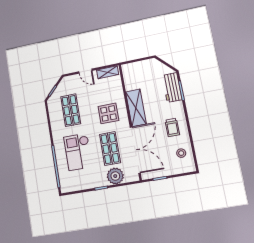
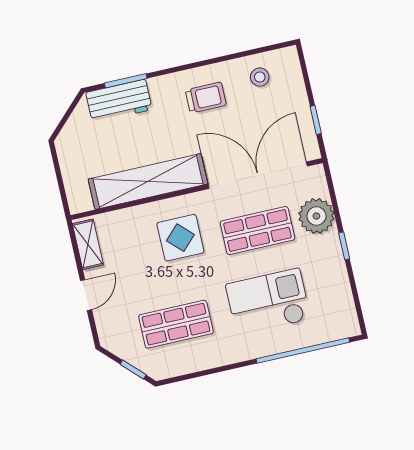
shelving: (136, 108) -> (148, 181), width x1.47
checkout: (78, 152) -> (268, 302), turned 180

